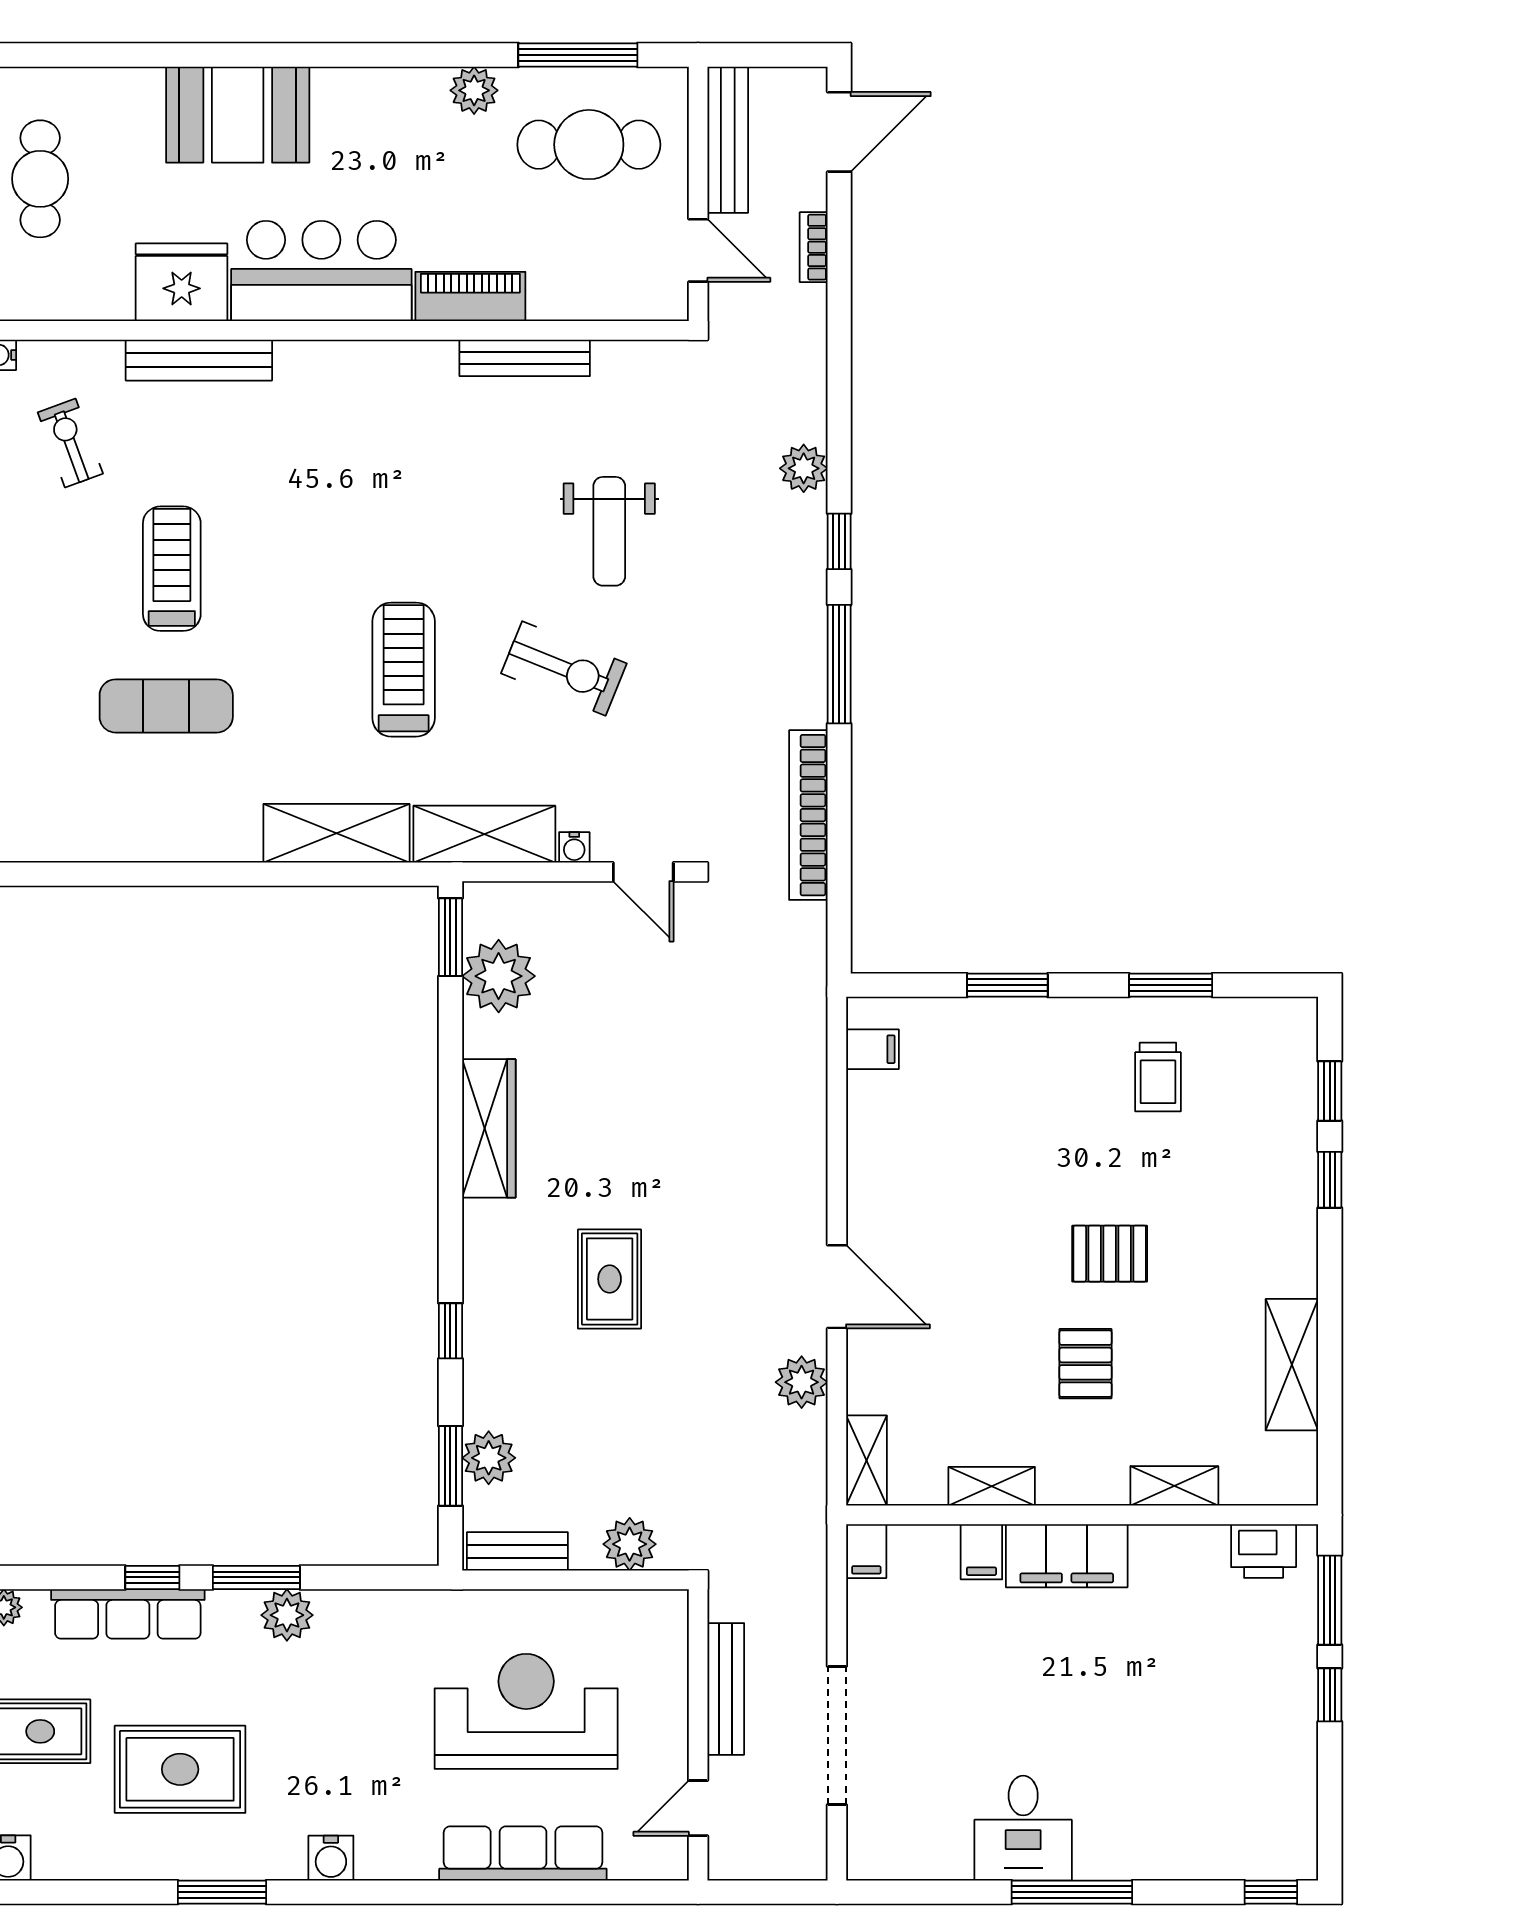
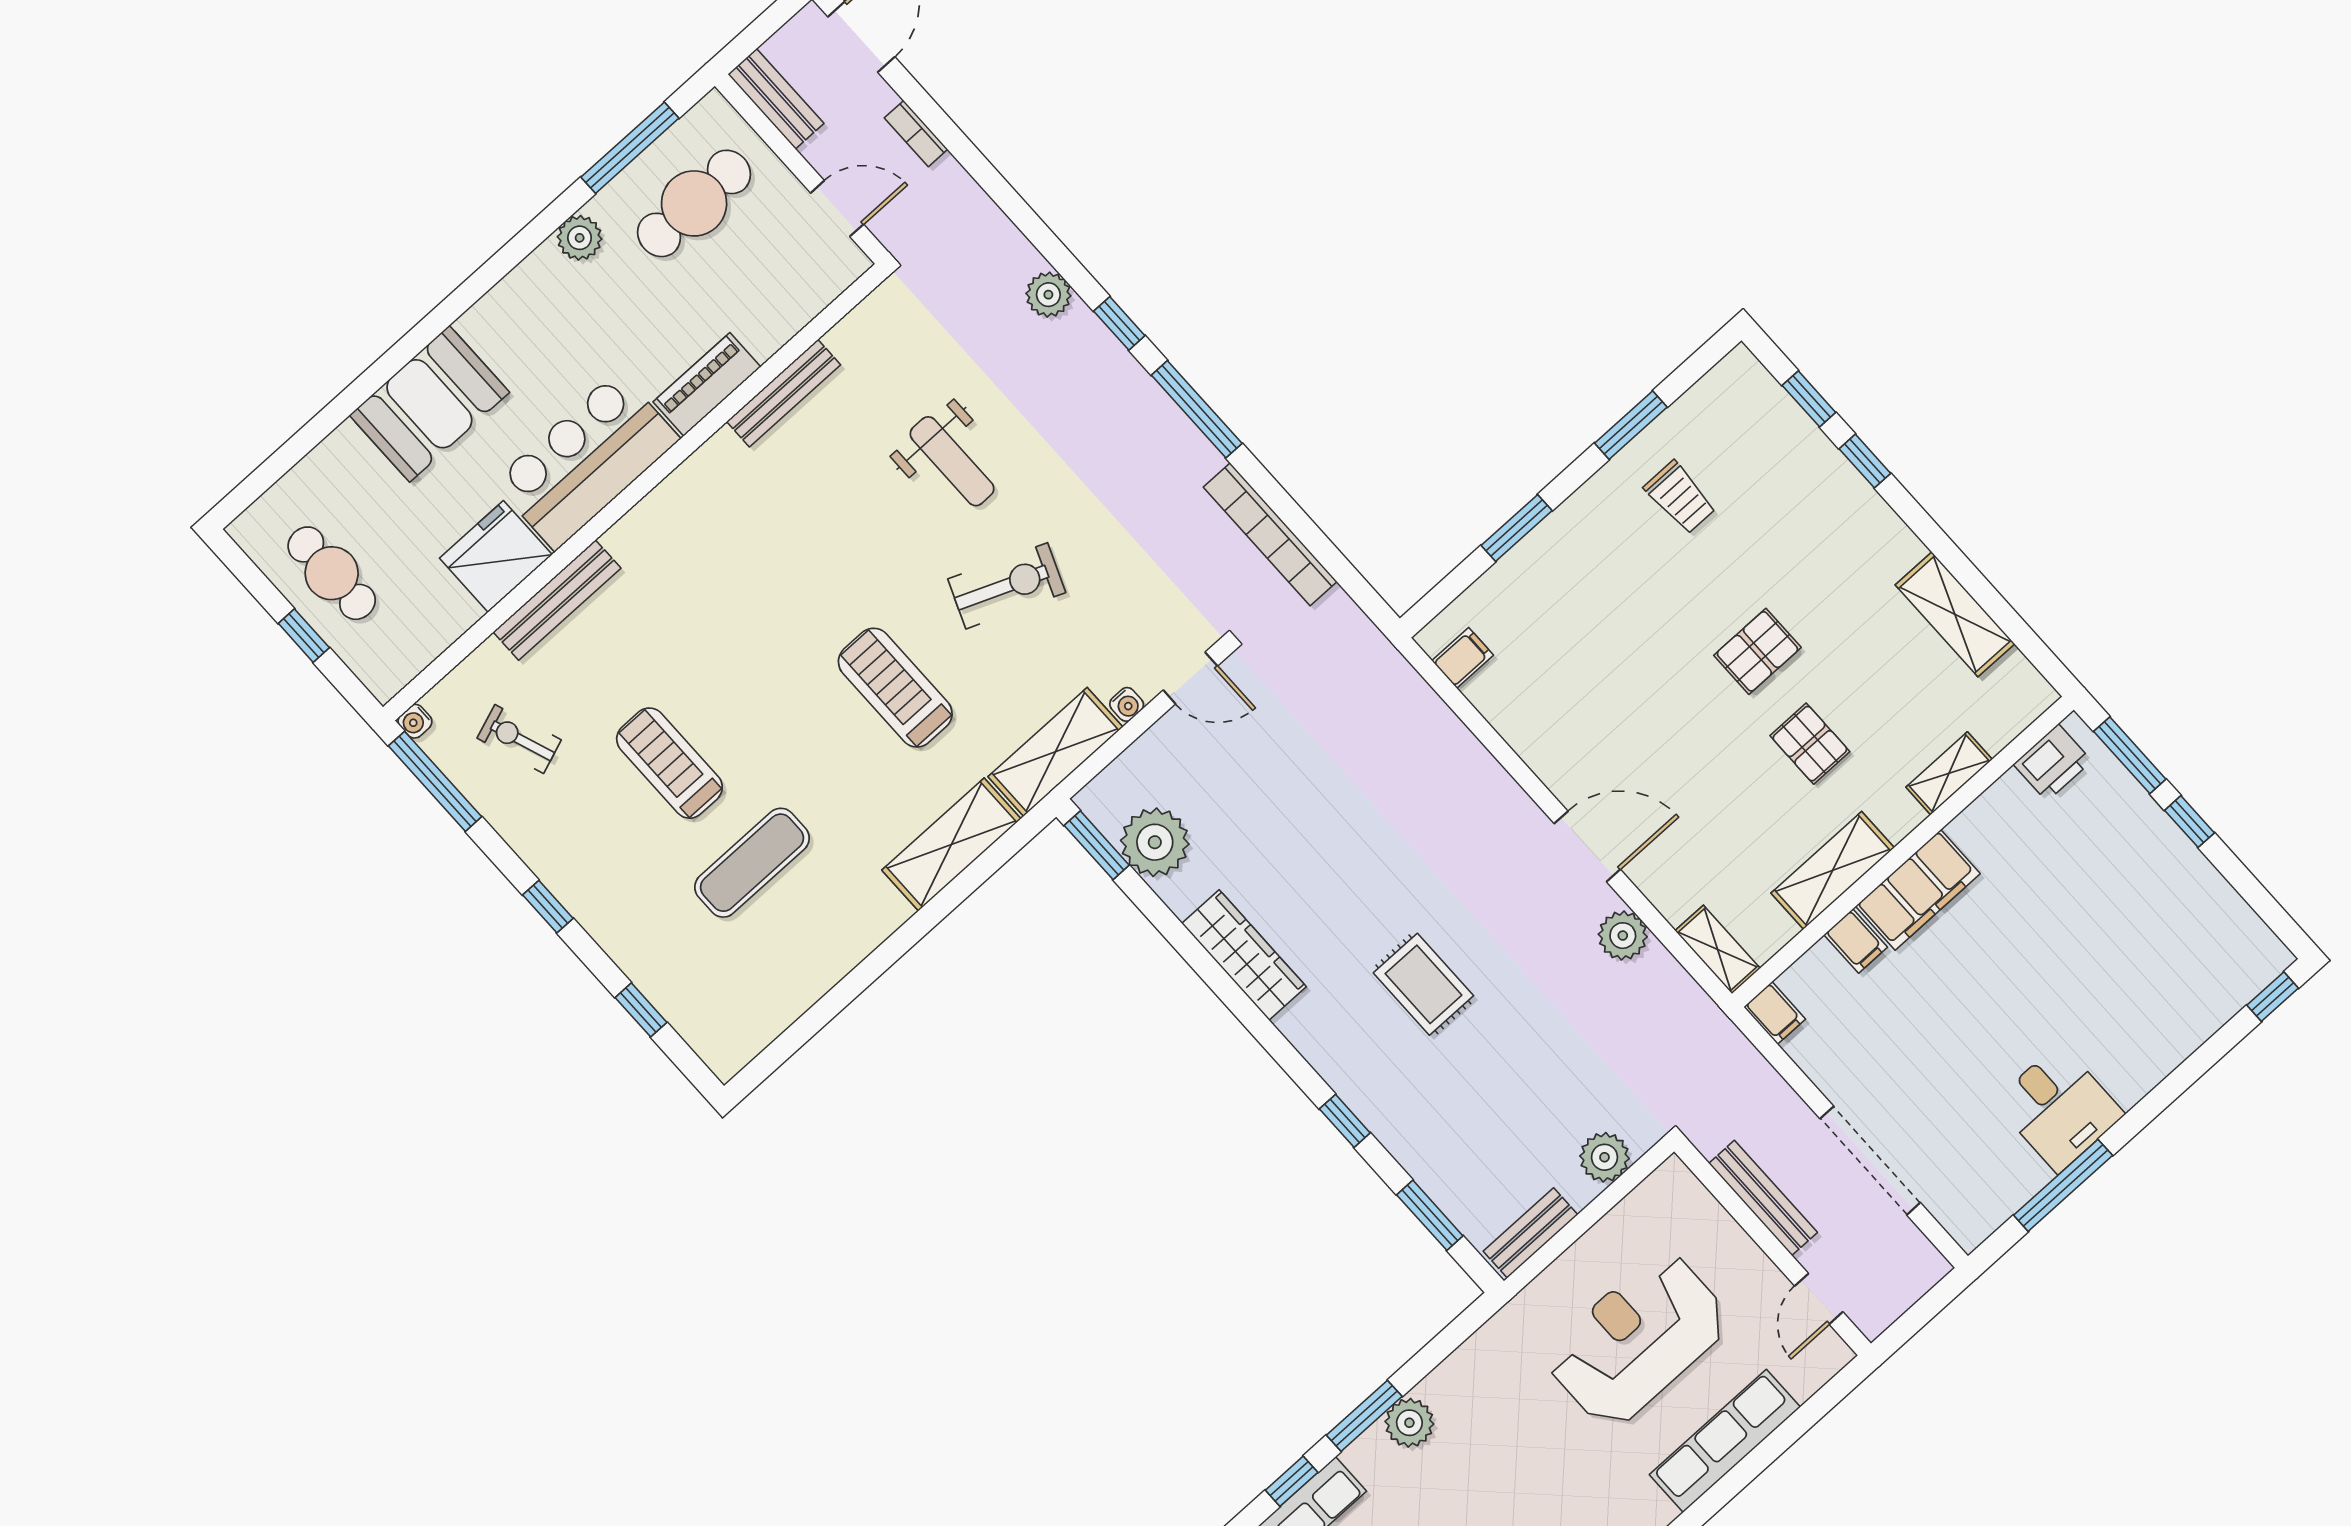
bench: (728, 140) -> (776, 99), width x0.73
plant: (489, 1458) -> (1452, 1186), removed
shelving: (992, 1486) -> (1833, 870), width x1.50, depth x1.33
window: (1072, 1892) -> (2063, 1185), moved

